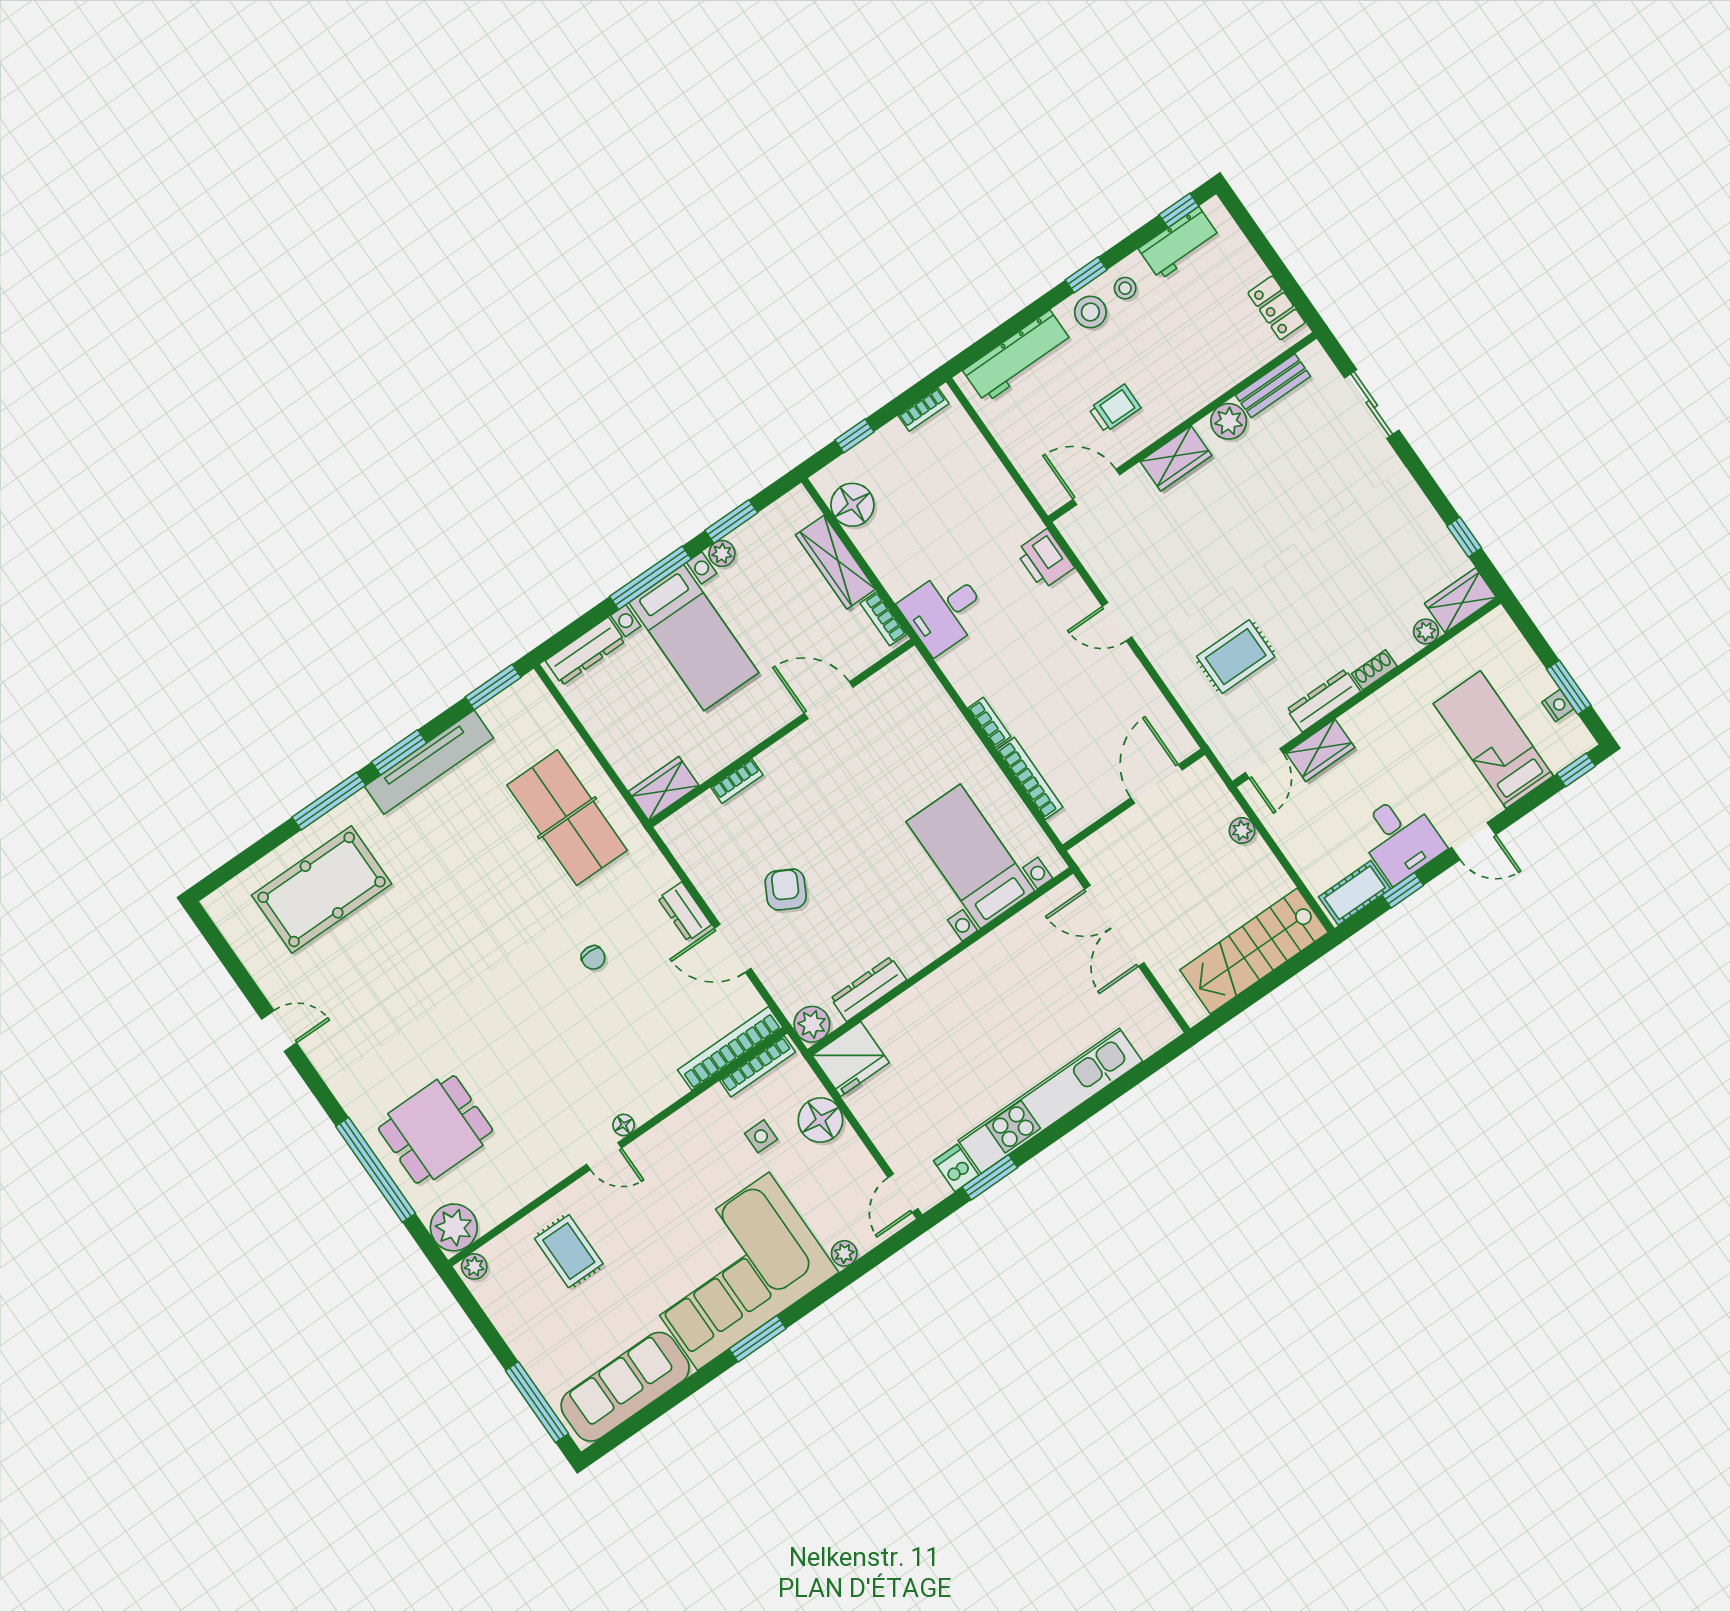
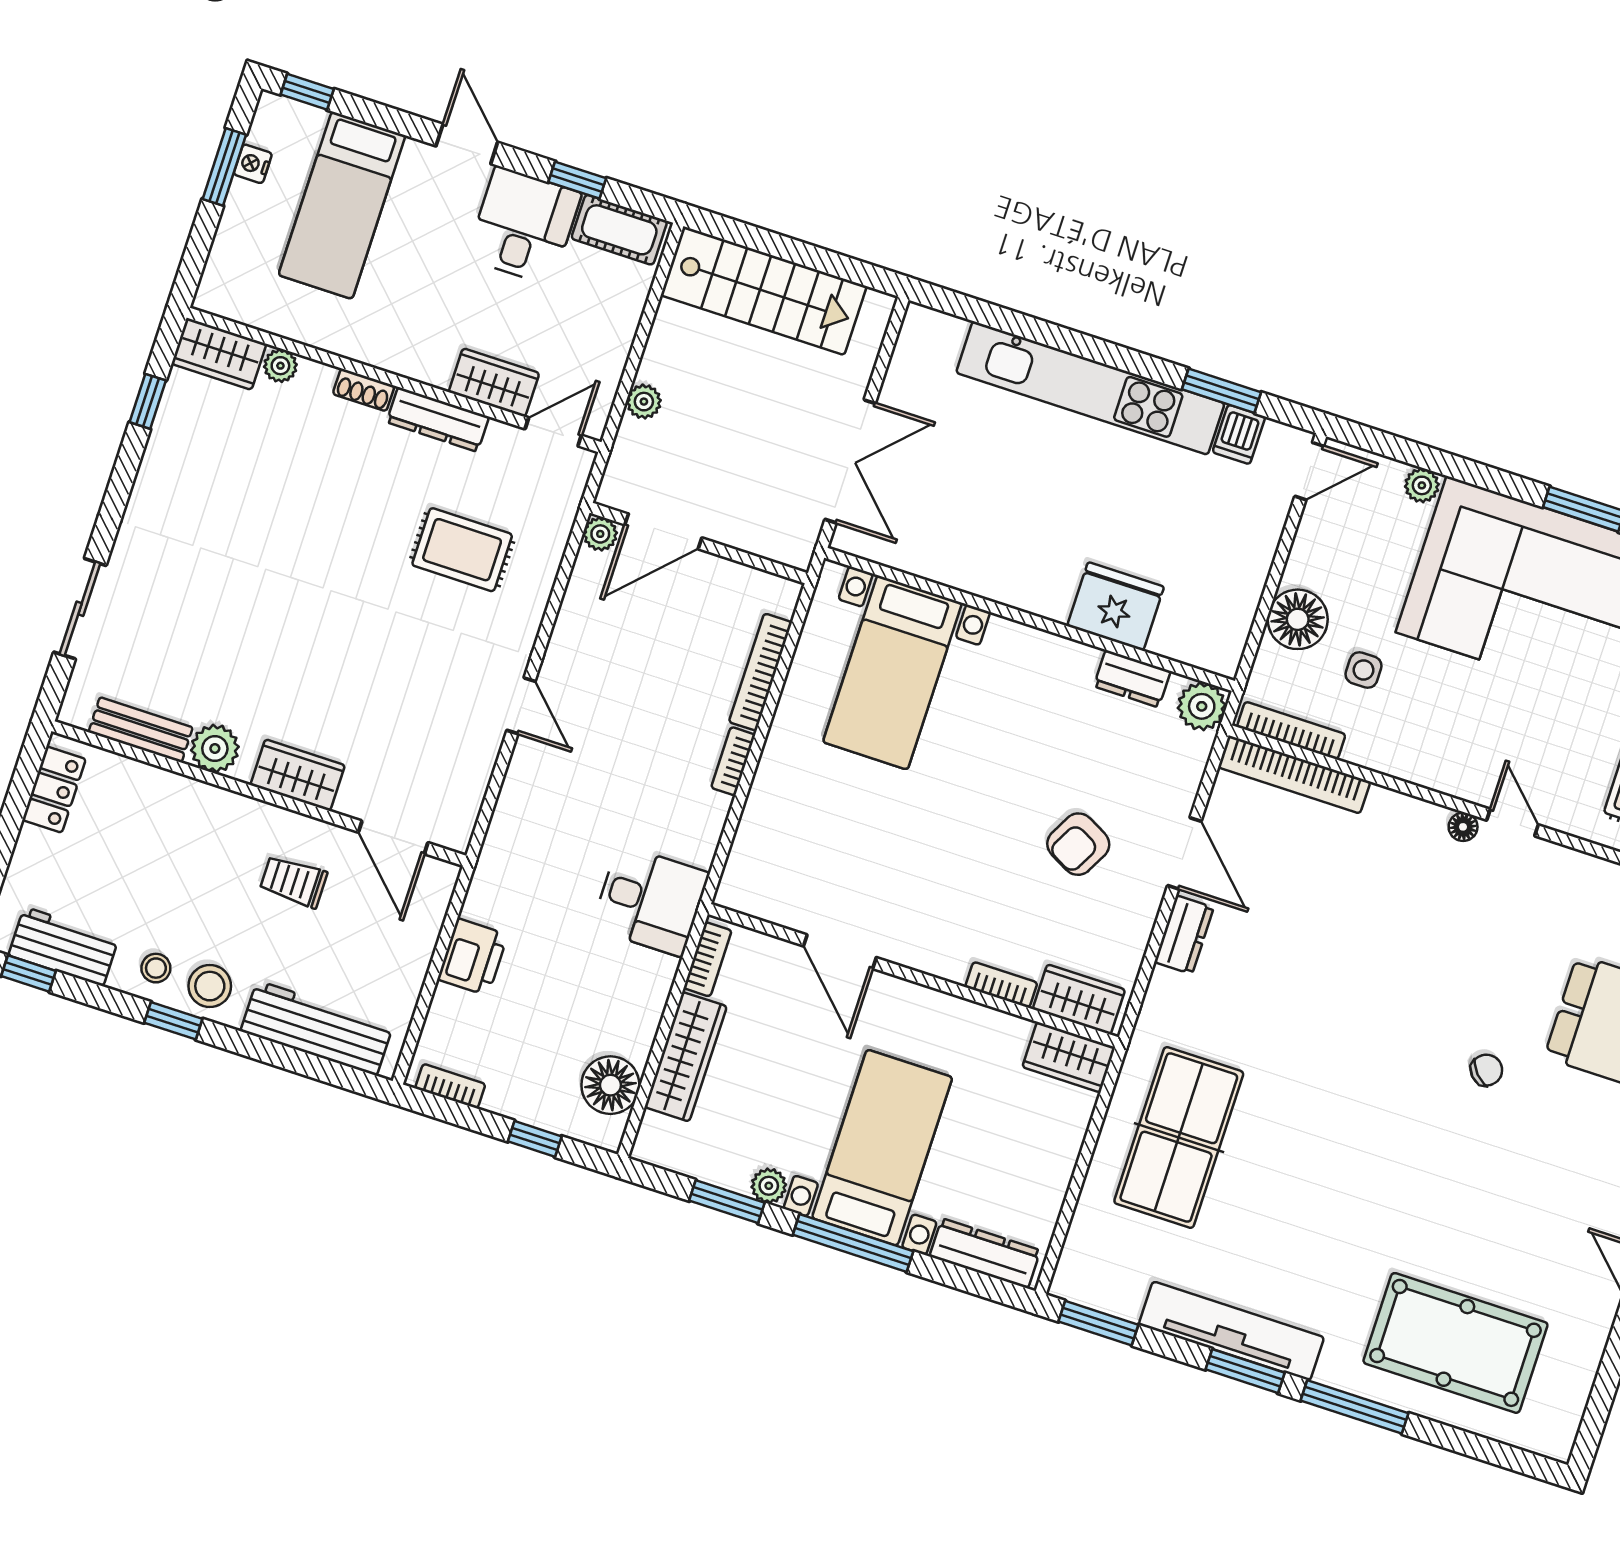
printer: (1045, 559) -> (473, 957), moved
plant: (1183, 745) -> (600, 534), added
wardrobe: (693, 820) -> (1079, 999), added
chair: (593, 958) -> (1486, 1070), moved, turned 47
dresser: (869, 989) -> (1132, 679), width x0.70
fridge: (851, 1059) -> (1116, 606), moved

